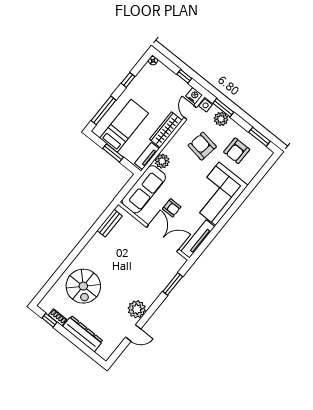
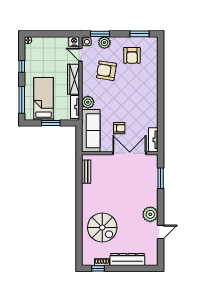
window: (184, 76) -> (57, 34), removed
corner sofa: (217, 194) -> (142, 94), removed
tv unit: (198, 239) -> (153, 140), width x0.71

